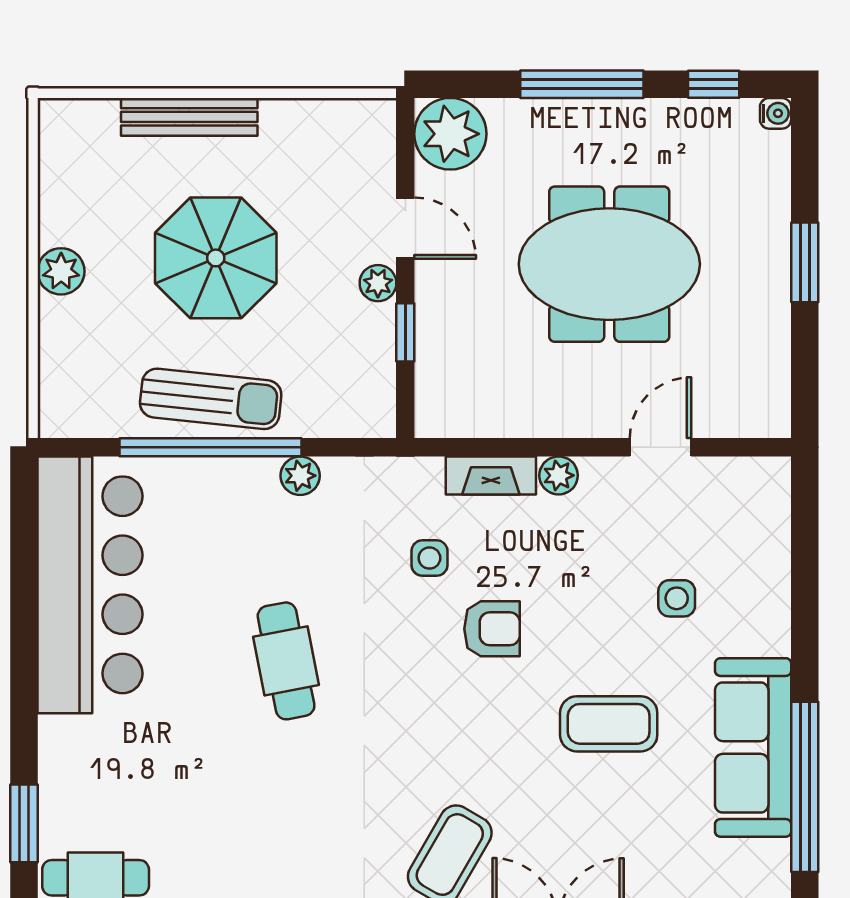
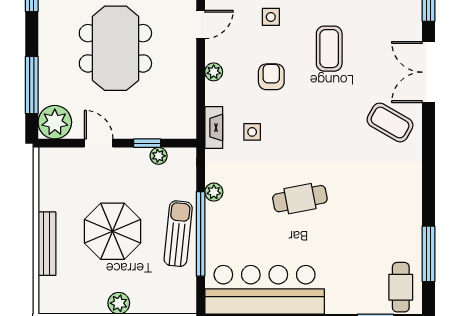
window: (582, 84) -> (32, 85), moved
door: (405, 228) -> (99, 143), hinge flipped
plant: (378, 283) -> (159, 156), moved
door: (661, 447) -> (201, 24), swing flipped
fireplace: (491, 476) -> (214, 128), moved
armchair: (492, 629) -> (271, 77), moved

